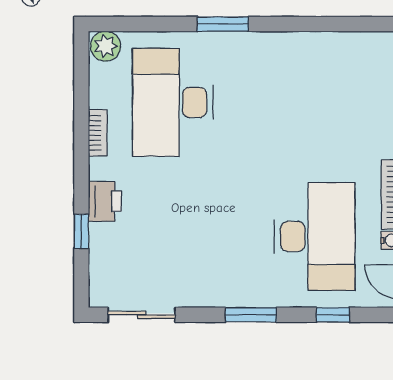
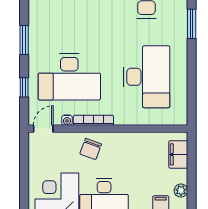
desk: (315, 102) -> (146, 77), added

